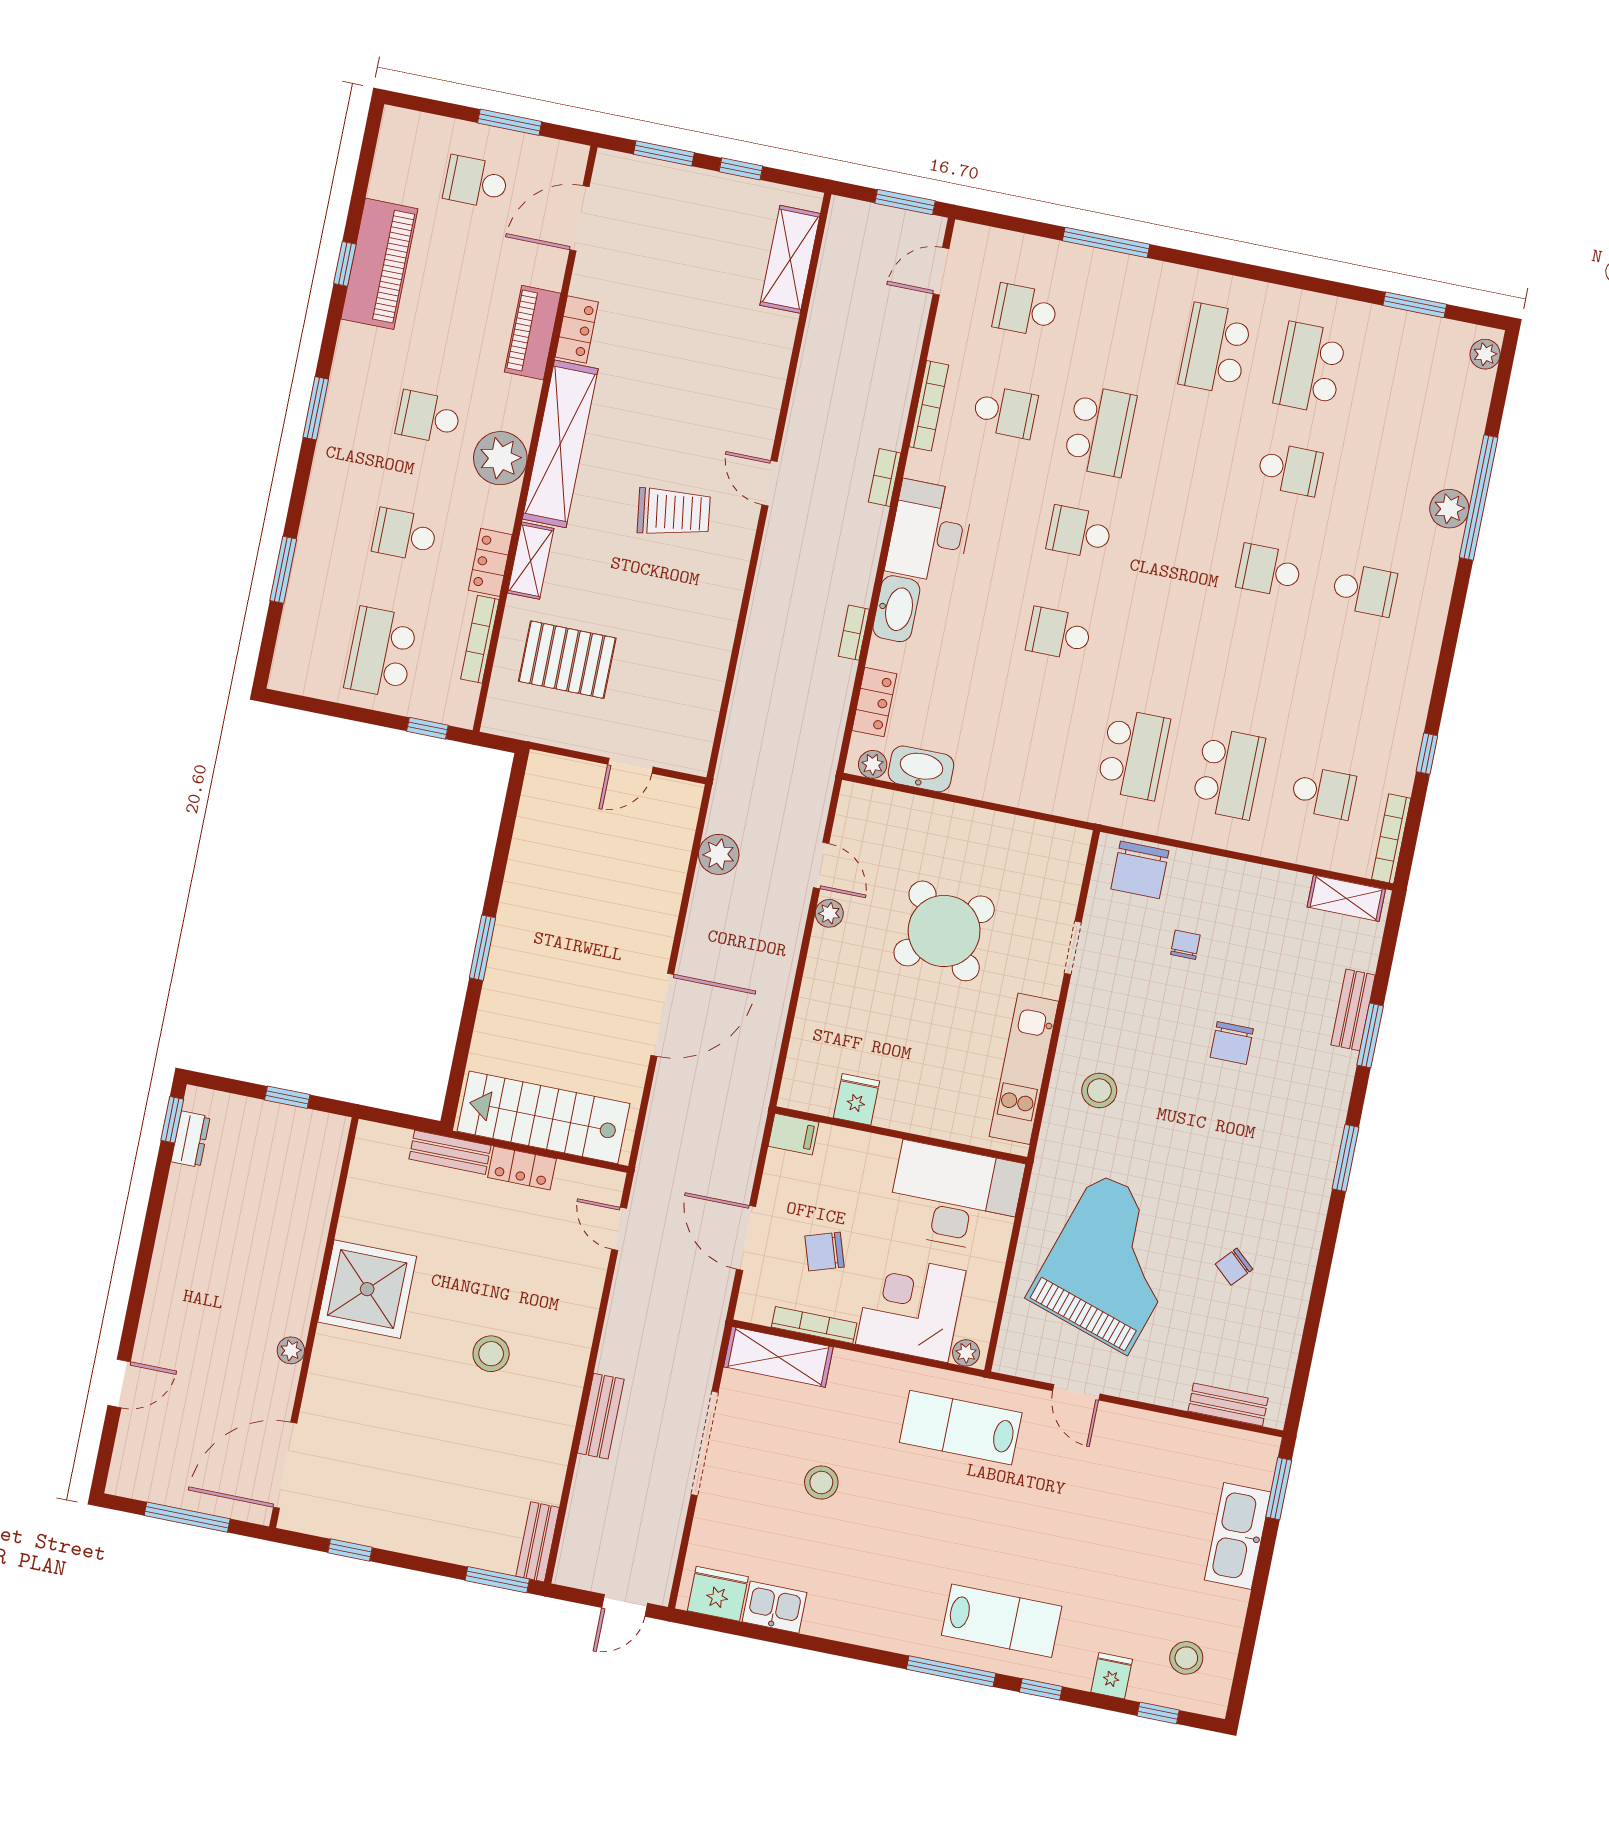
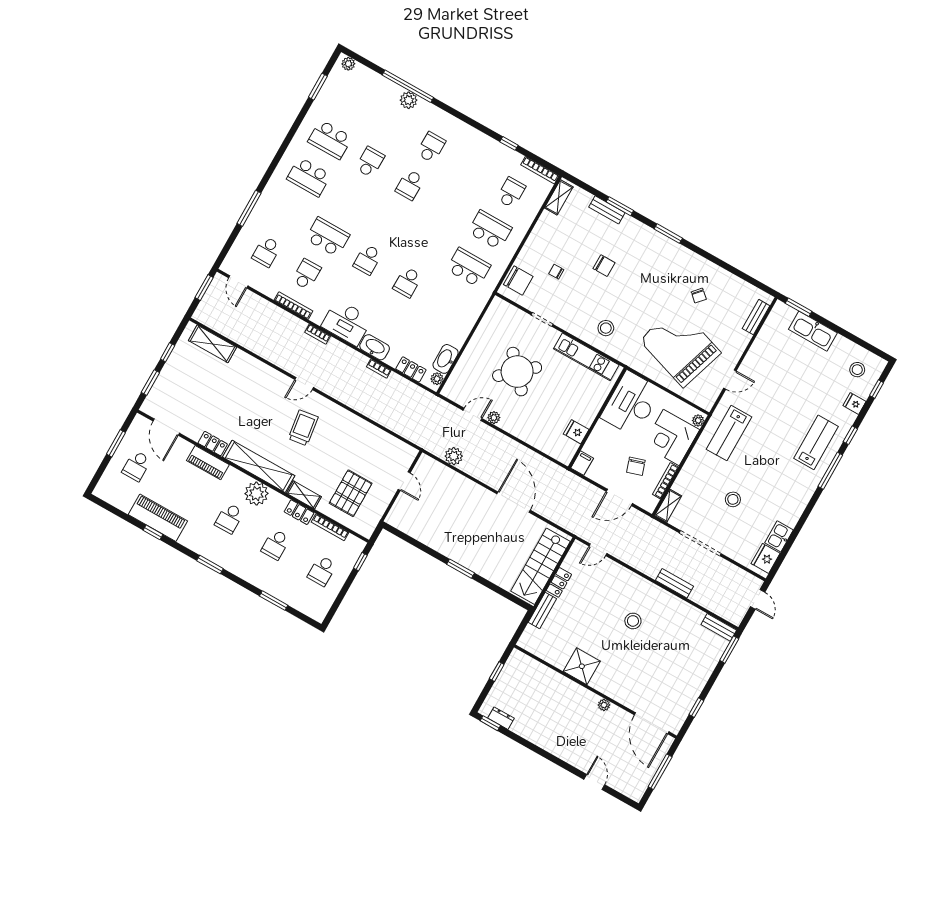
school desk: (381, 652) -> (322, 571), width x0.54
shower: (367, 1289) -> (582, 666), width x0.73, depth x0.73
shelving: (778, 1357) -> (668, 506), width x0.67, depth x0.75

